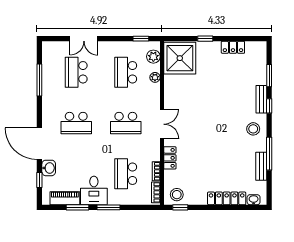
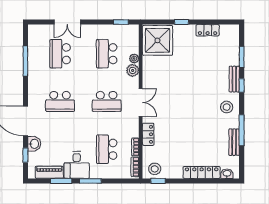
plant: (153, 57) -> (133, 70), moved

